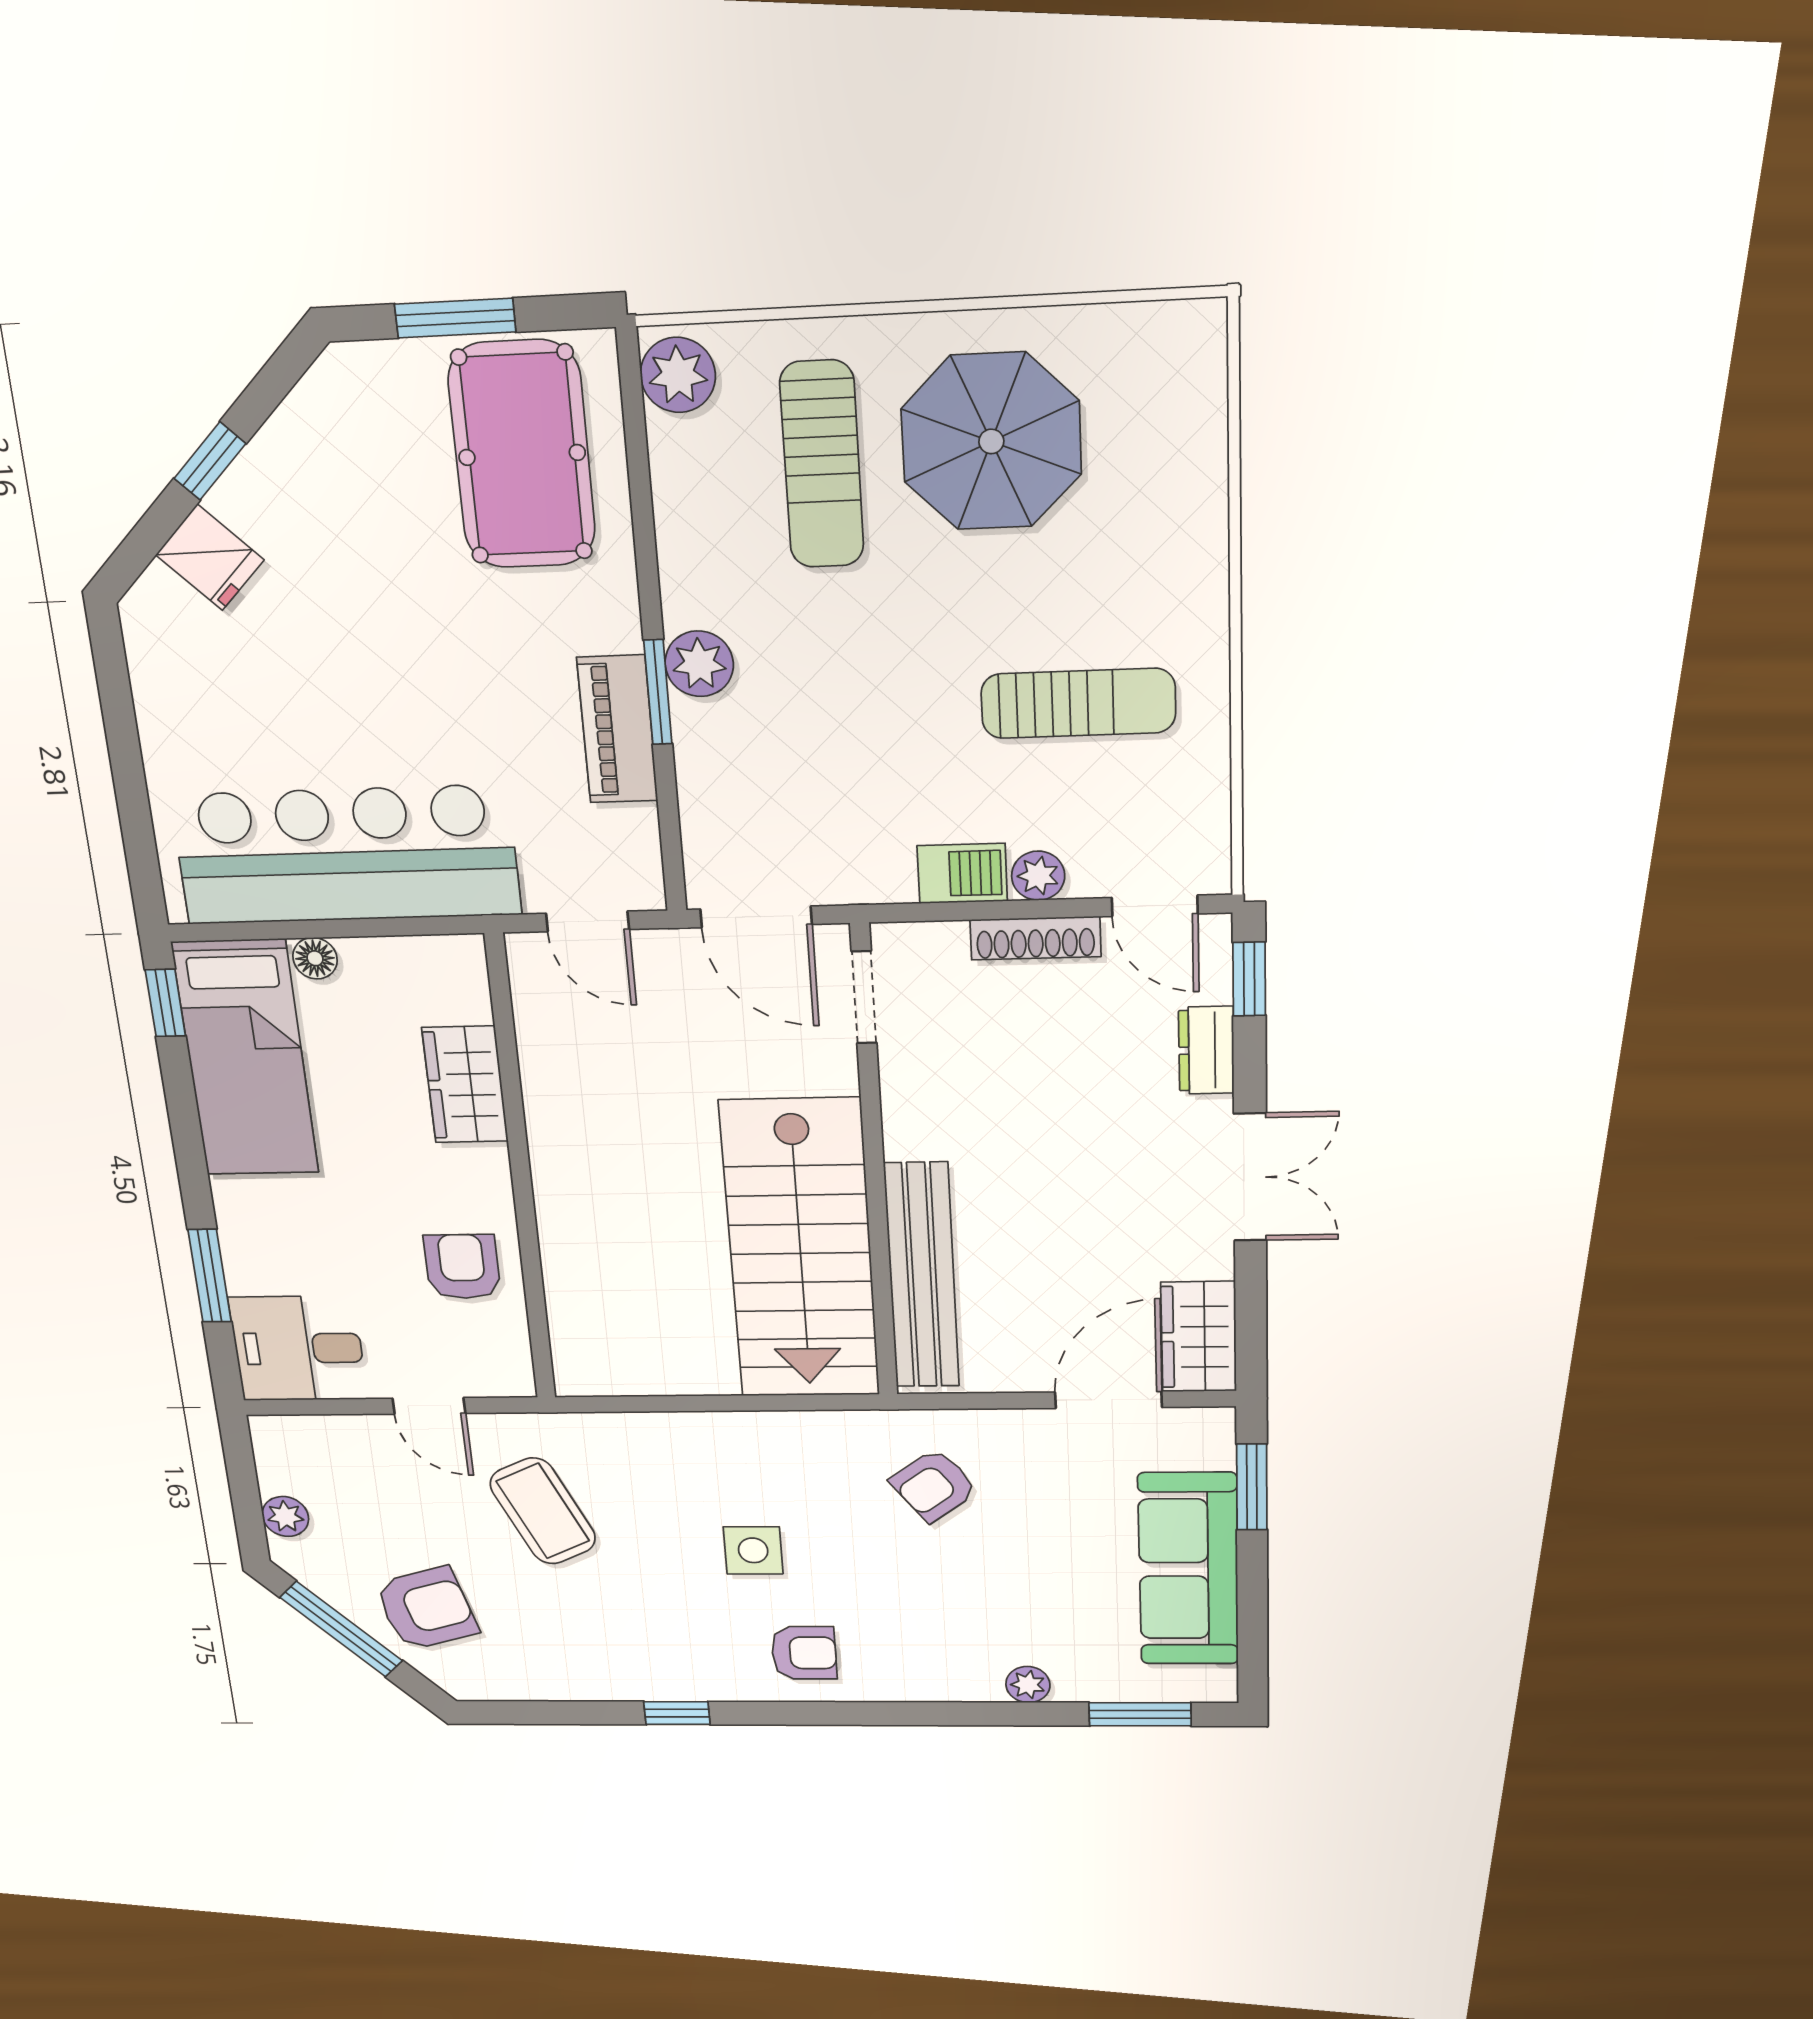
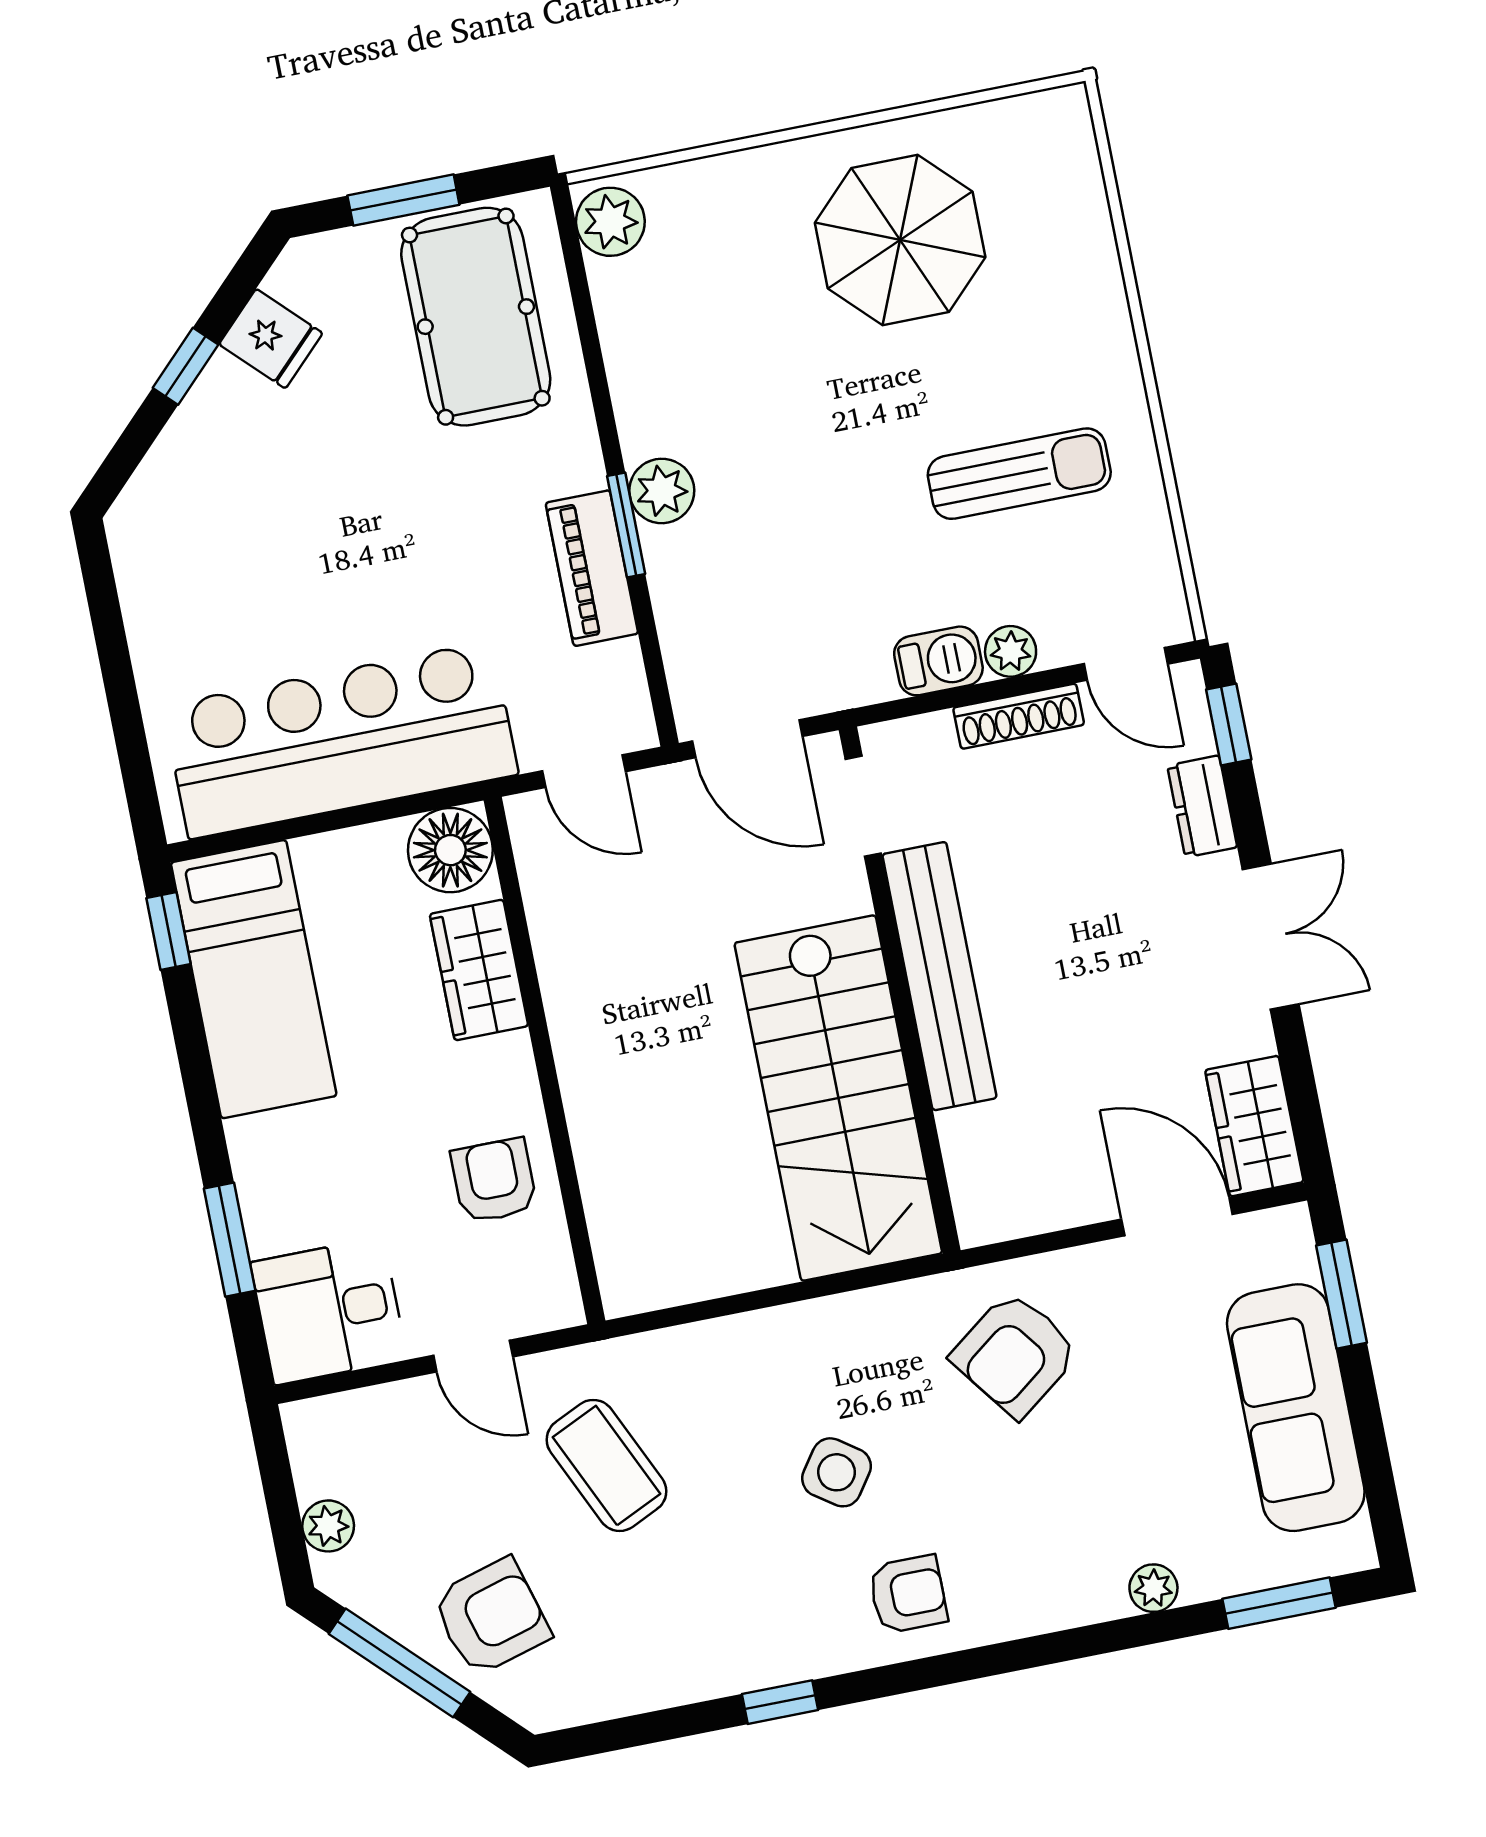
sun lounger: (822, 465) -> (751, 284), removed
fridge: (210, 557) -> (271, 339), moved
floor lamp: (315, 958) -> (450, 850), moved, width x1.89, depth x1.89
bench: (922, 1276) -> (939, 976), moved
door: (1108, 1400) -> (1177, 1217), hinge flipped
armchair: (934, 1485) -> (1015, 1354), width x1.38, depth x1.38
side table: (753, 1550) -> (837, 1472), turned 35

